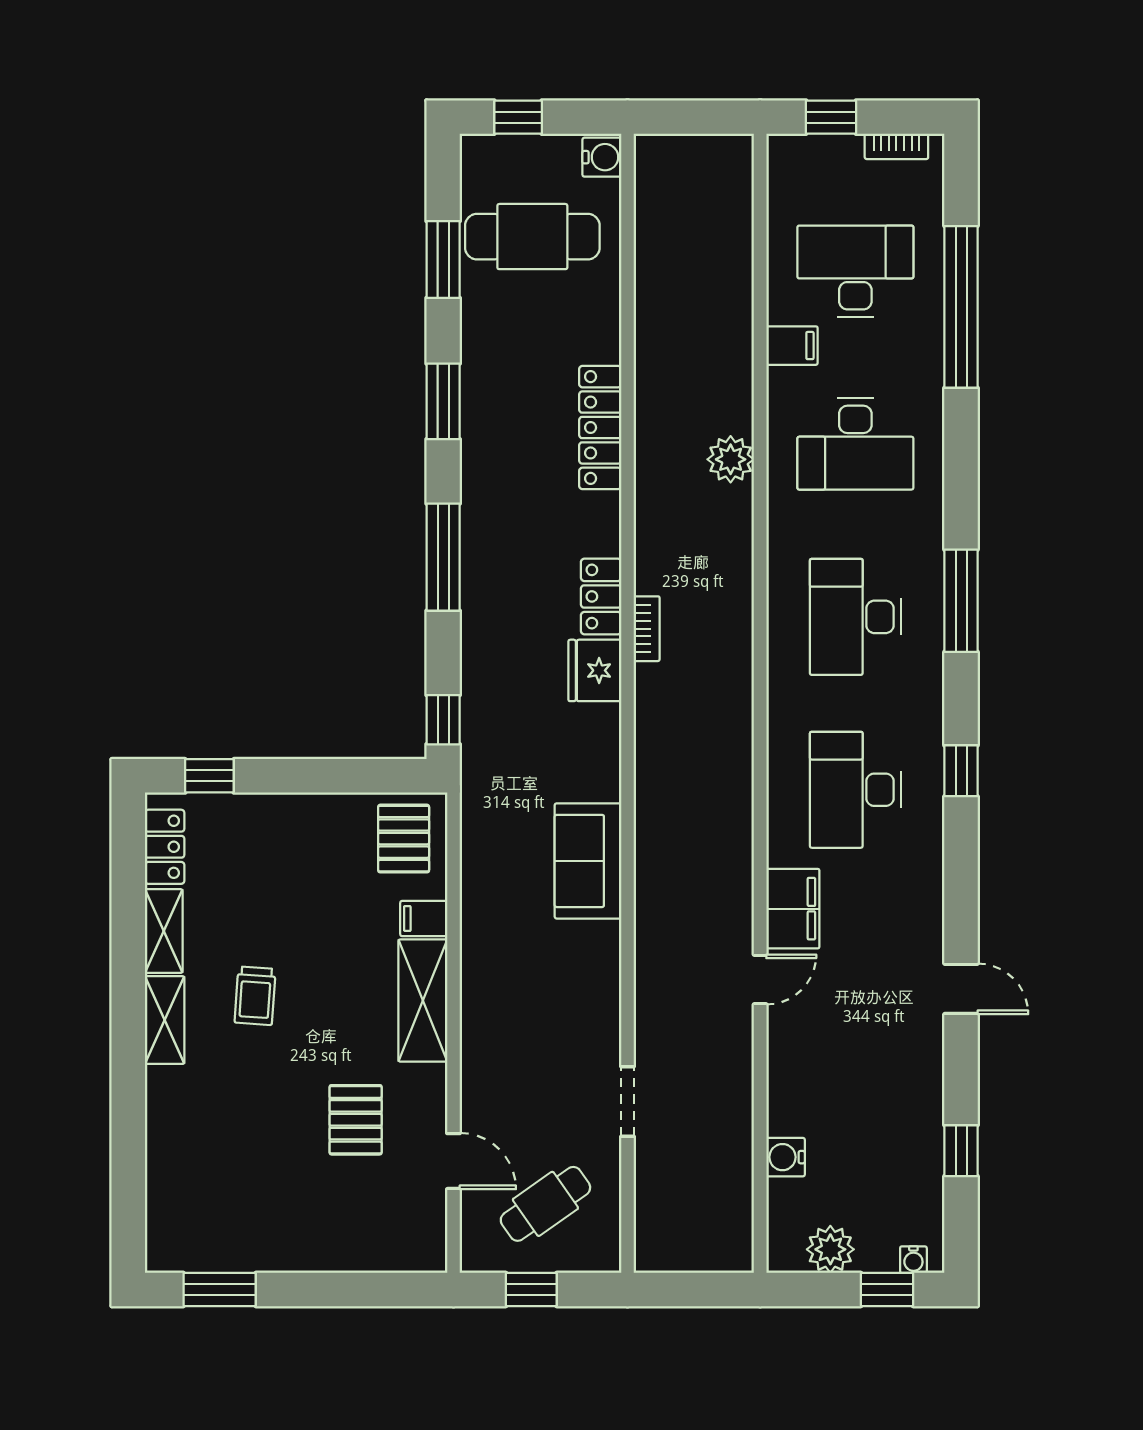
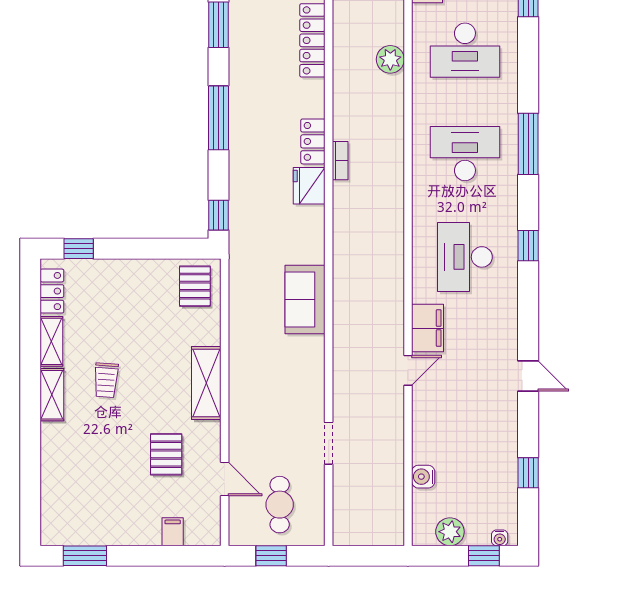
desk: (855, 617) -> (465, 154), turned 90
filing cabinet: (424, 919) -> (173, 532), moved, turned 90
cafe table: (545, 1204) -> (280, 505), turned -55

